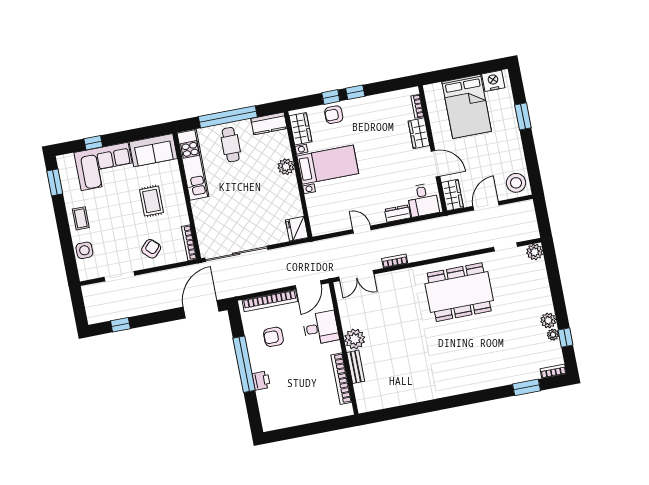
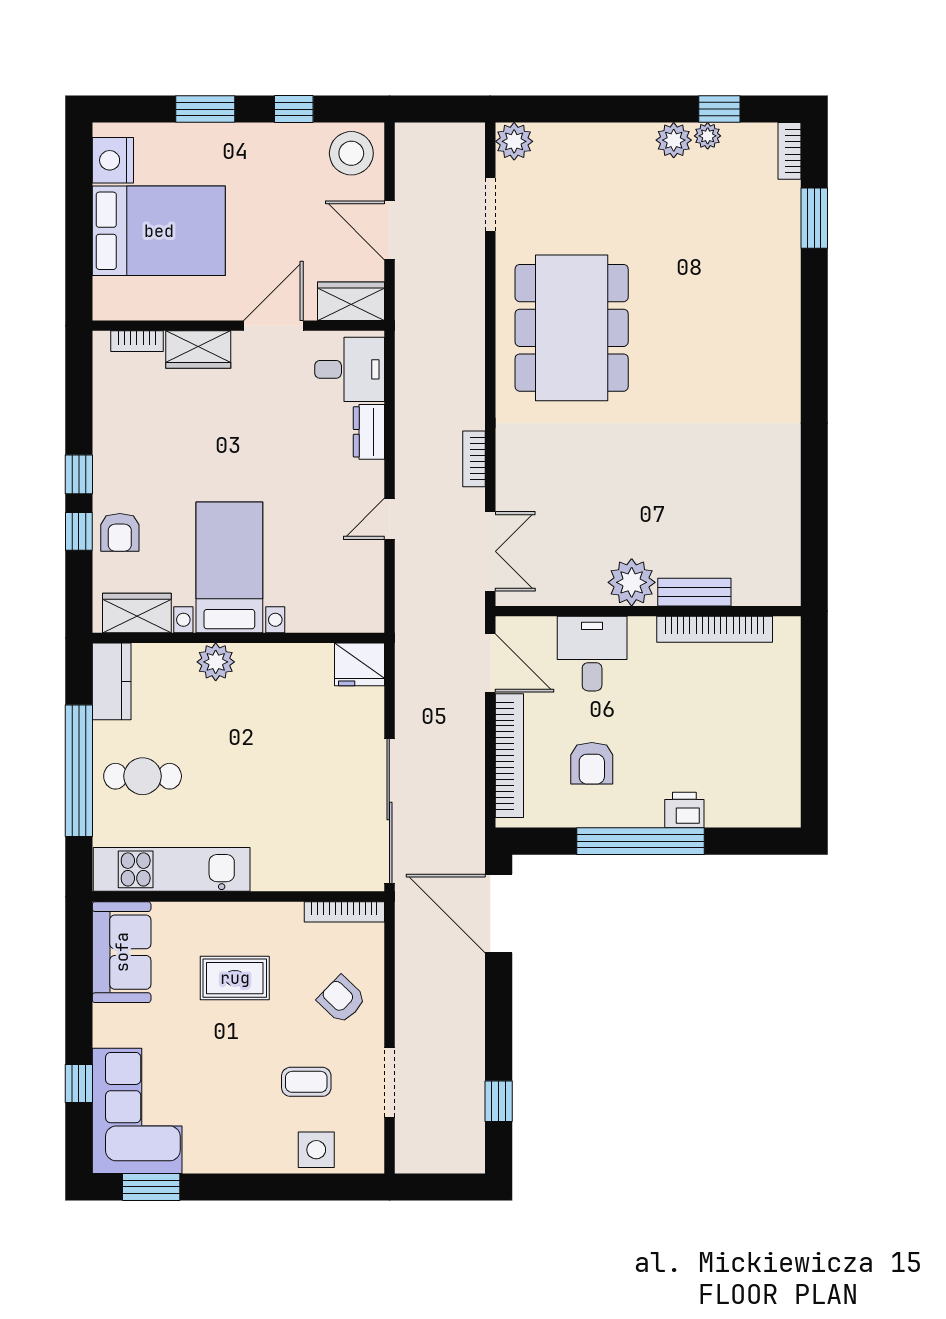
window: (530, 154) -> (294, 109), added
corner sofa: (105, 166) -> (137, 1111), moved
coffee table: (81, 218) -> (306, 1082), moved

